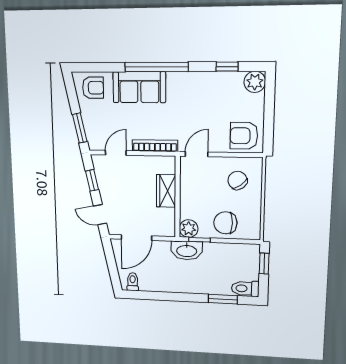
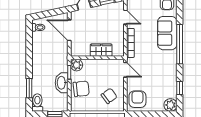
chair: (225, 223) -> (81, 89), turned 84
washbasin: (187, 250) -> (62, 83), moved

